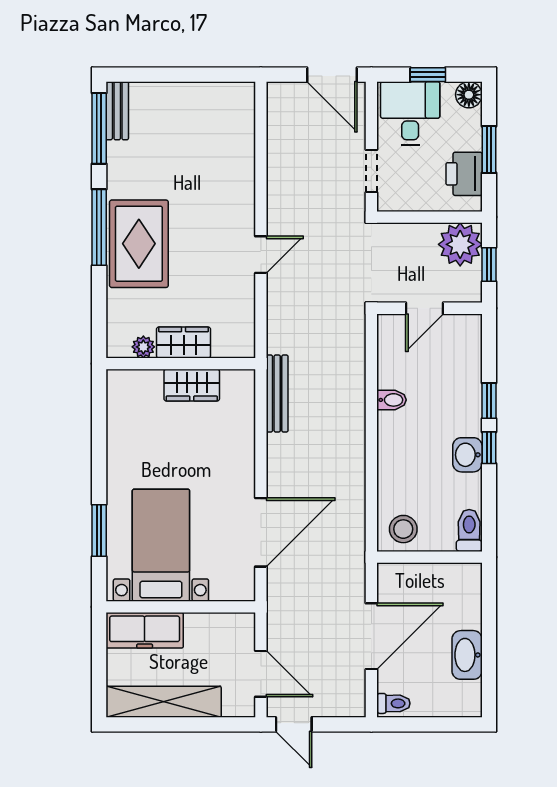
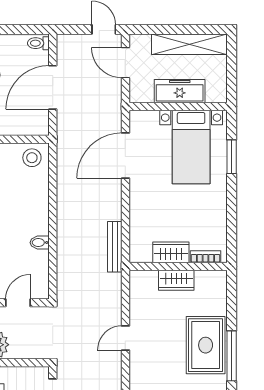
plant: (143, 347) -> (203, 277), removed
bookcase: (139, 378) -> (205, 257), added
freezer: (145, 630) -> (180, 91), moved

